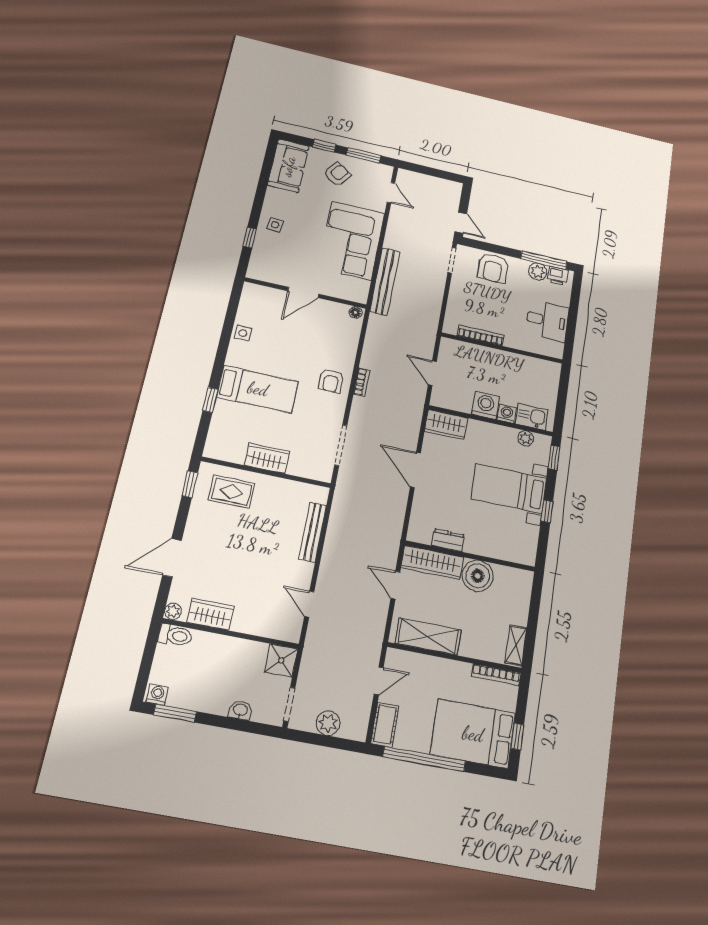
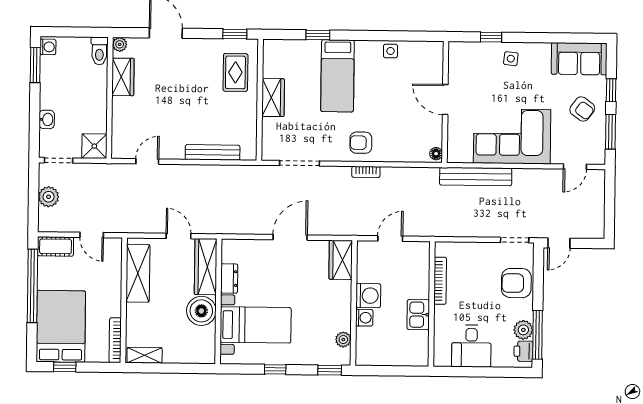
kitchen sink: (532, 417) -> (418, 315), moved, turned 180
bed with nightstands: (509, 489) -> (256, 325), moved, turned 90
door: (395, 585) -> (179, 236), hinge flipped

